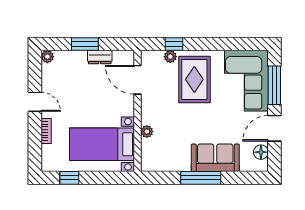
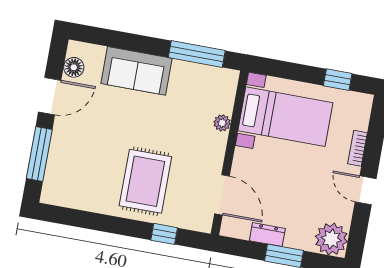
plant: (47, 57) -> (331, 239), width x1.87, depth x1.87
plant: (170, 57) -> (172, 218), removed
corner sofa: (246, 81) -> (76, 167), removed
window: (201, 178) -> (197, 54), moved

